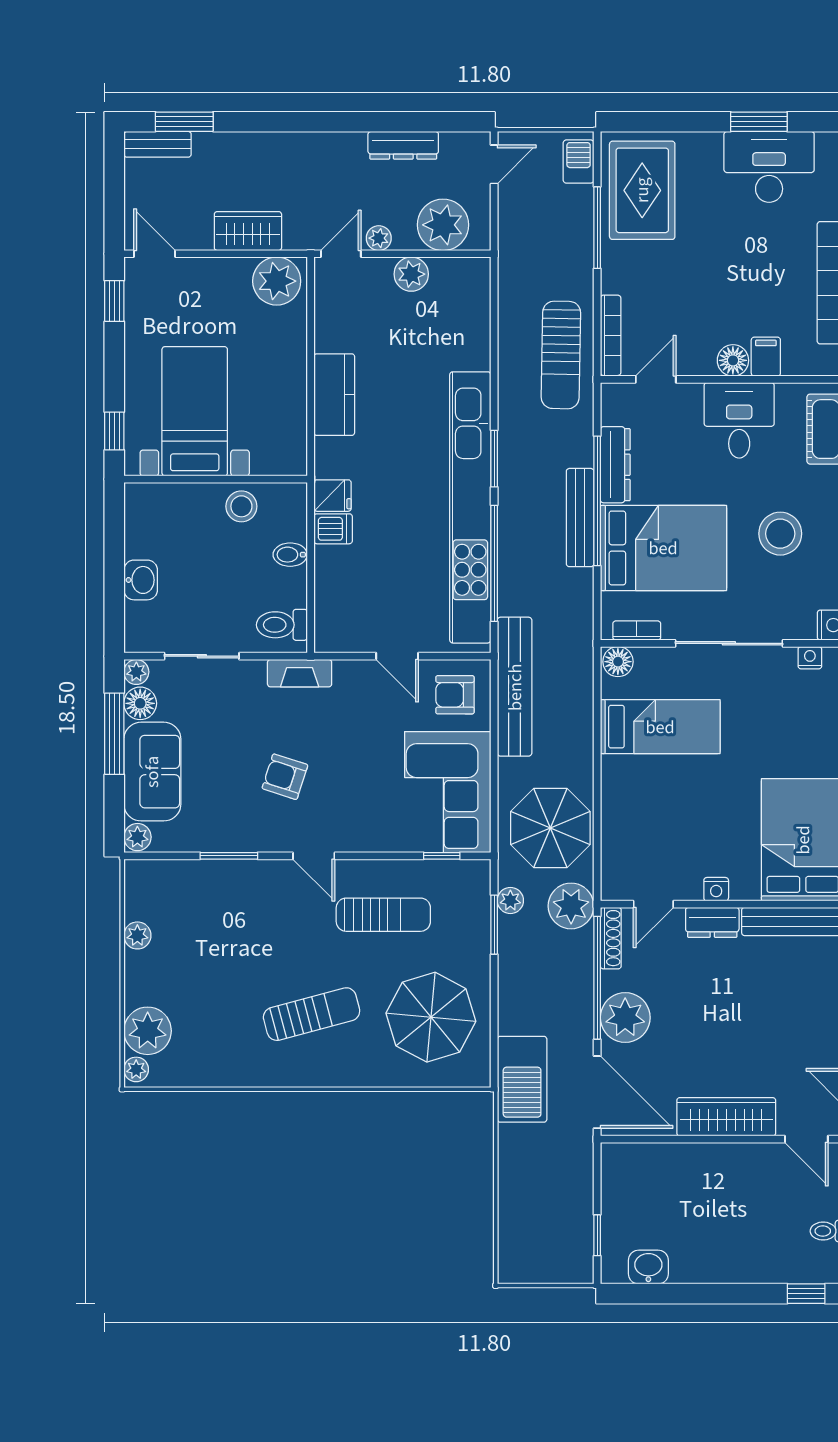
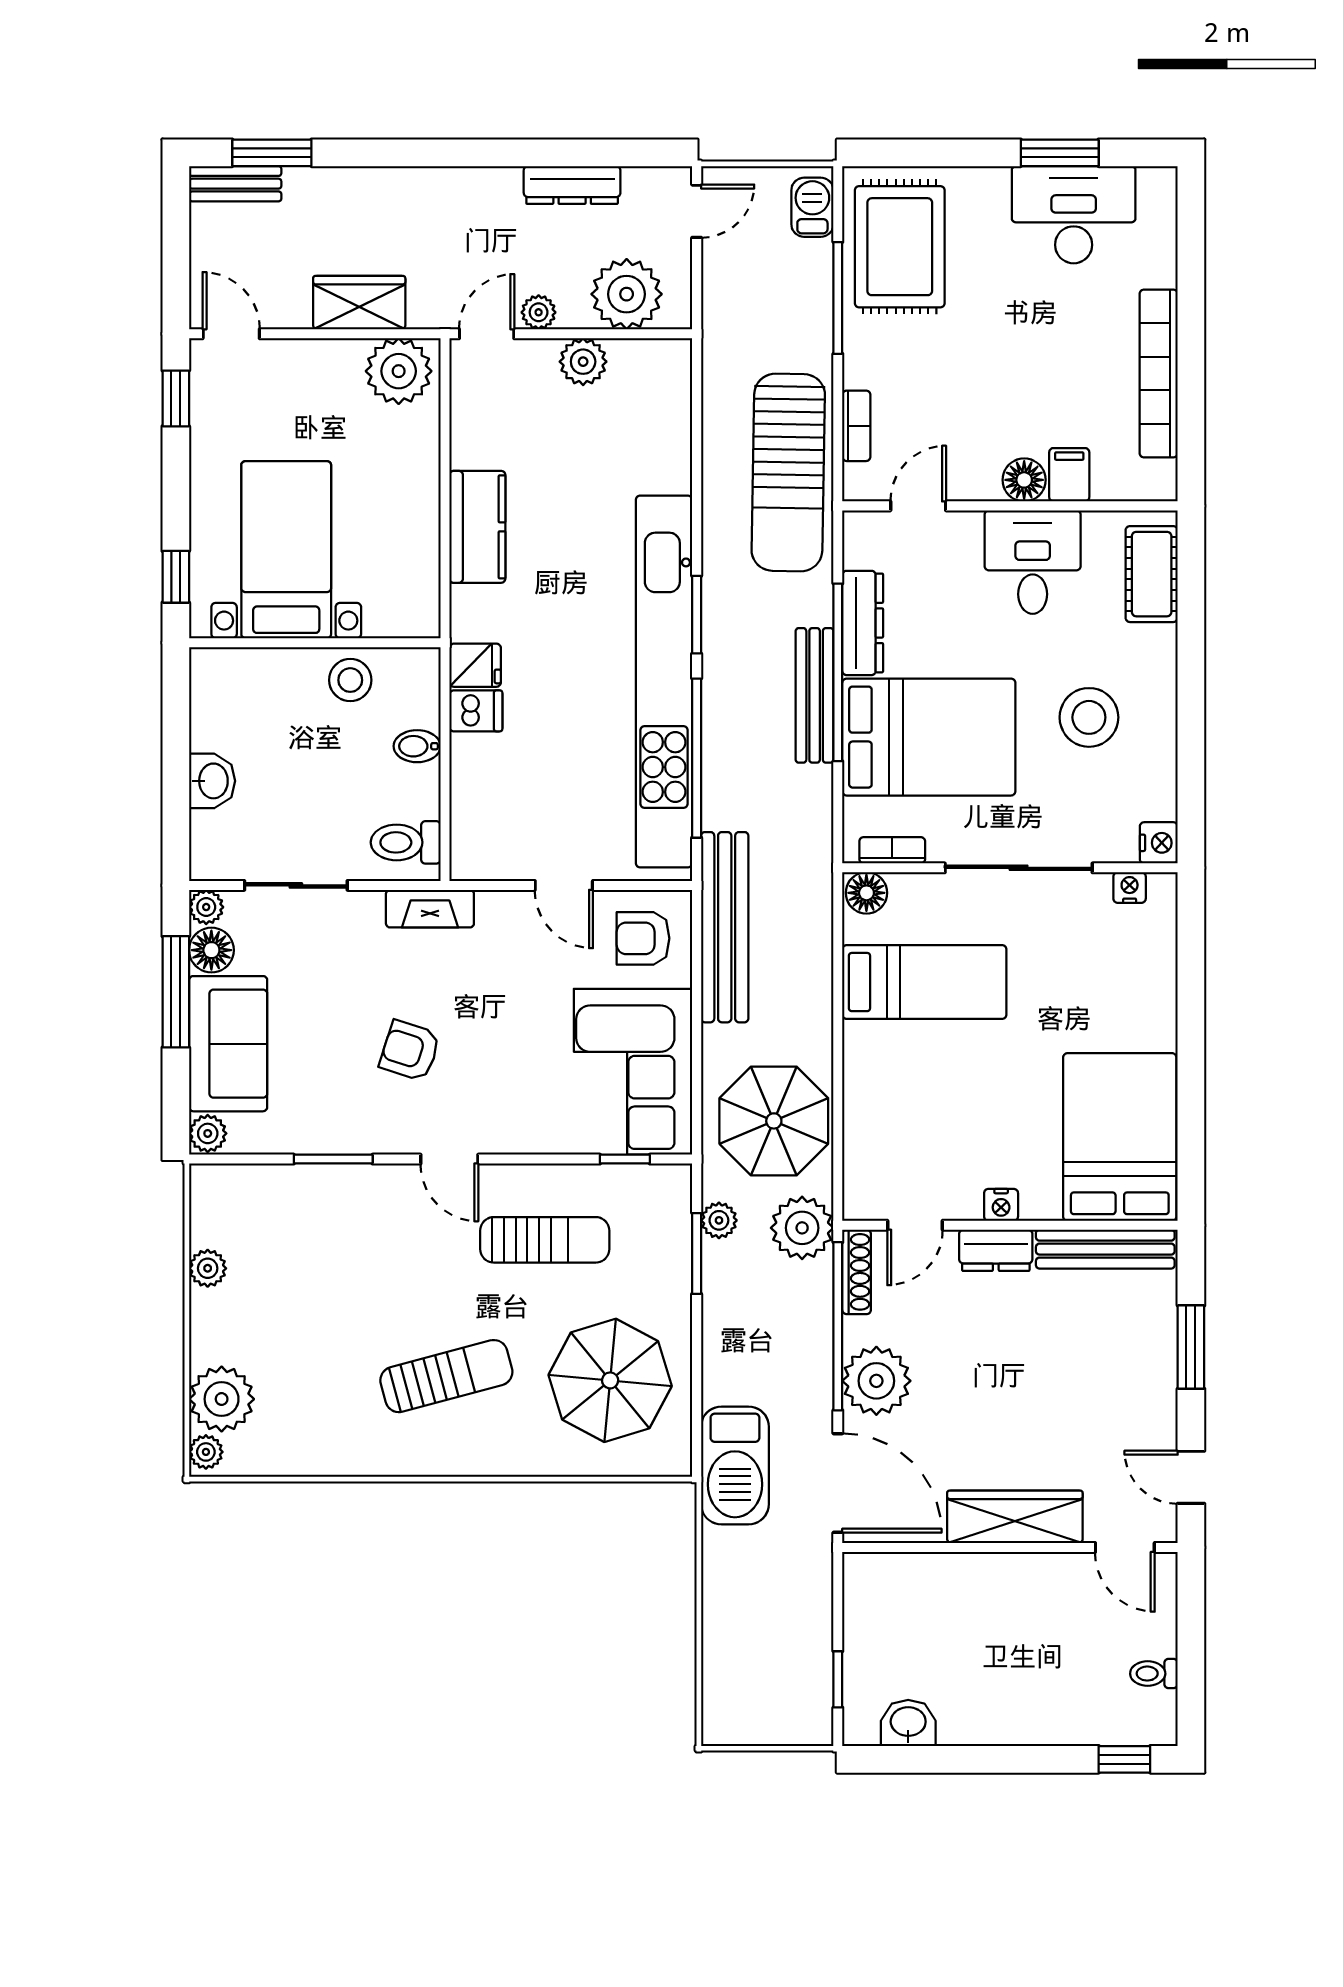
bookcase: (611, 335) -> (856, 426), width x0.64
sun lounger: (561, 355) -> (788, 472), width x1.36, depth x1.34

